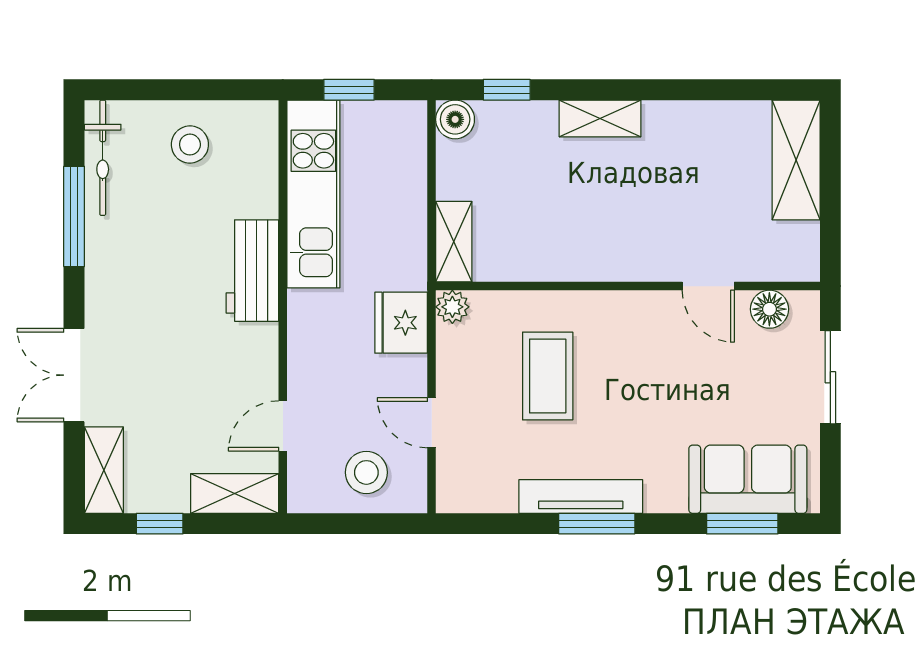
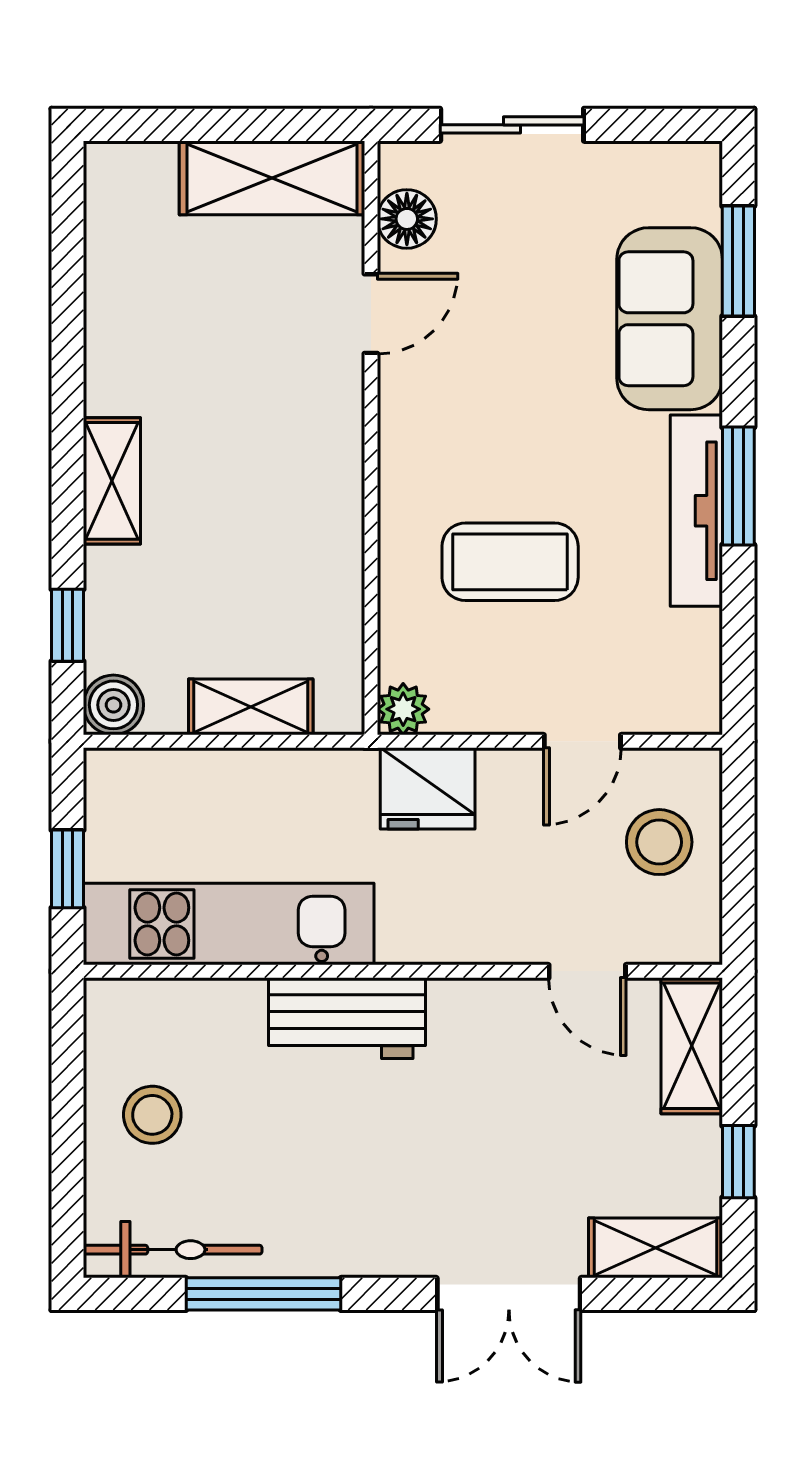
shelving: (796, 160) -> (272, 178), moved
shelving: (454, 242) -> (251, 707), moved
sofa: (748, 479) -> (670, 319), moved

